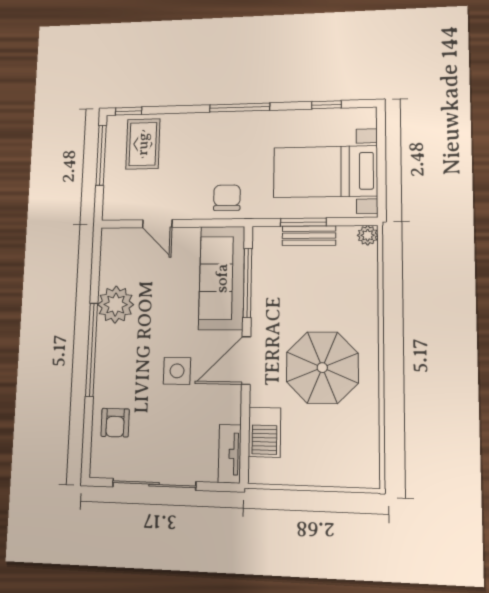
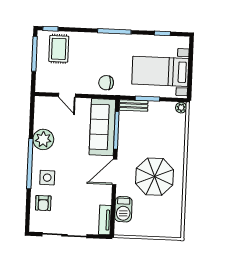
chair: (227, 198) -> (106, 83), turned -90
bench: (309, 236) -> (134, 106), moved
side table: (177, 371) -> (47, 178), moved

